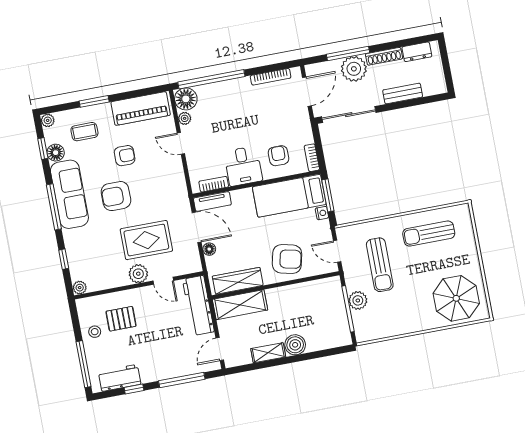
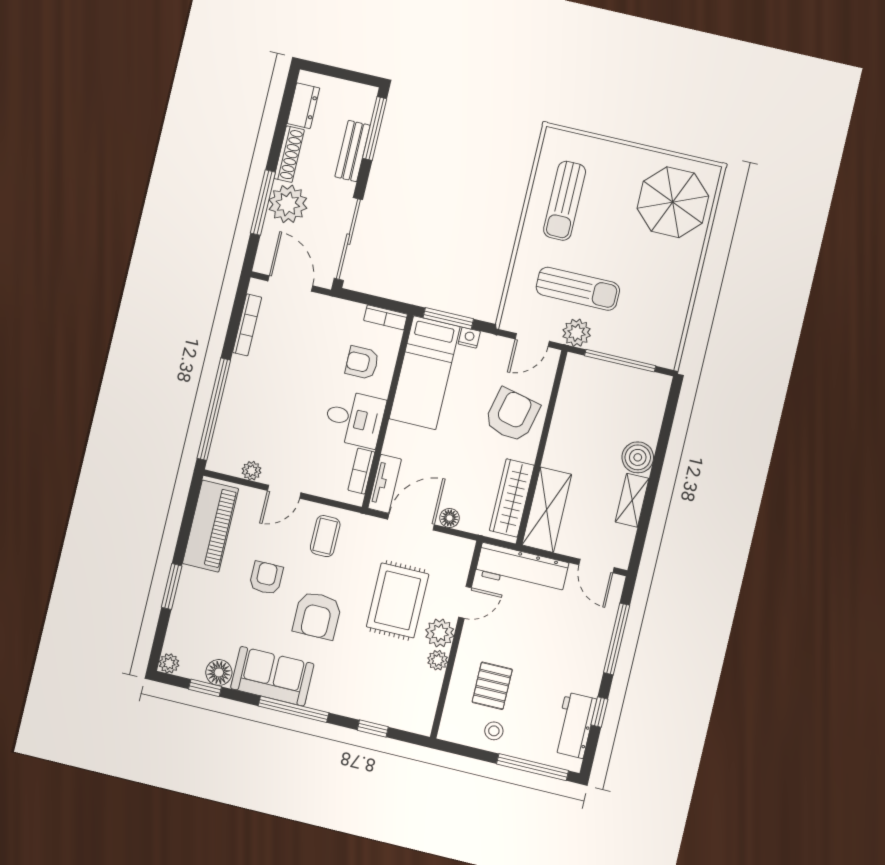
floor lamp: (186, 99) -> (225, 457), removed
window: (422, 101) -> (375, 128), added
coffee table: (84, 132) -> (325, 536), moved
sofa: (69, 194) -> (272, 676), width x0.73
plant: (80, 288) -> (438, 660), moved
plant: (358, 300) -> (577, 333), moved

